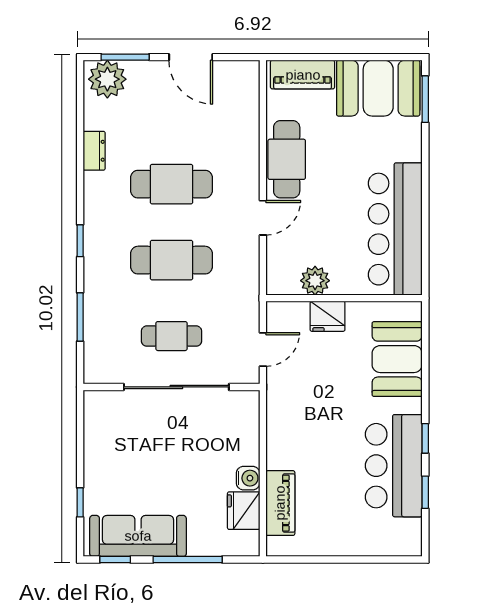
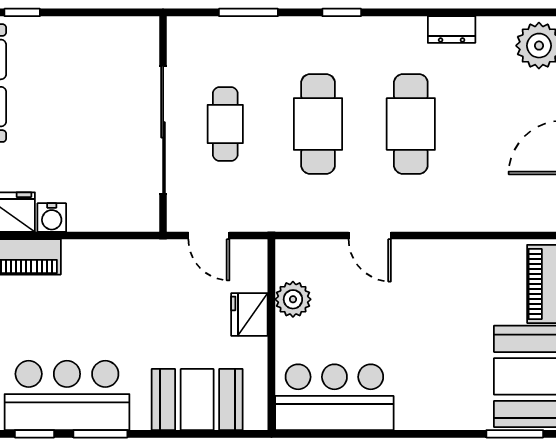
cafe table: (287, 159) -> (441, 265), removed
bar counter: (395, 229) -> (334, 397), width x0.73
window: (425, 438) -> (100, 434), width x1.50

